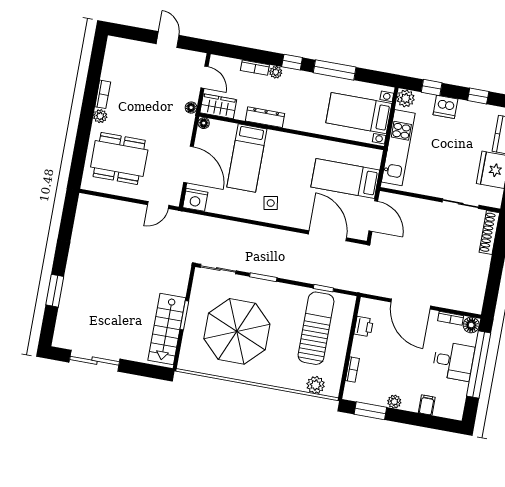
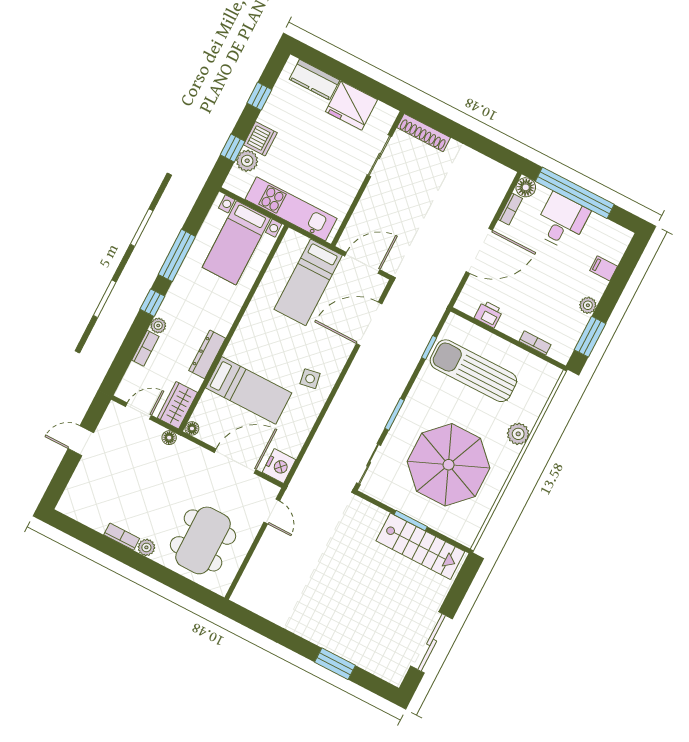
plant: (406, 98) -> (247, 161), moved
plant: (316, 385) -> (518, 434), moved

